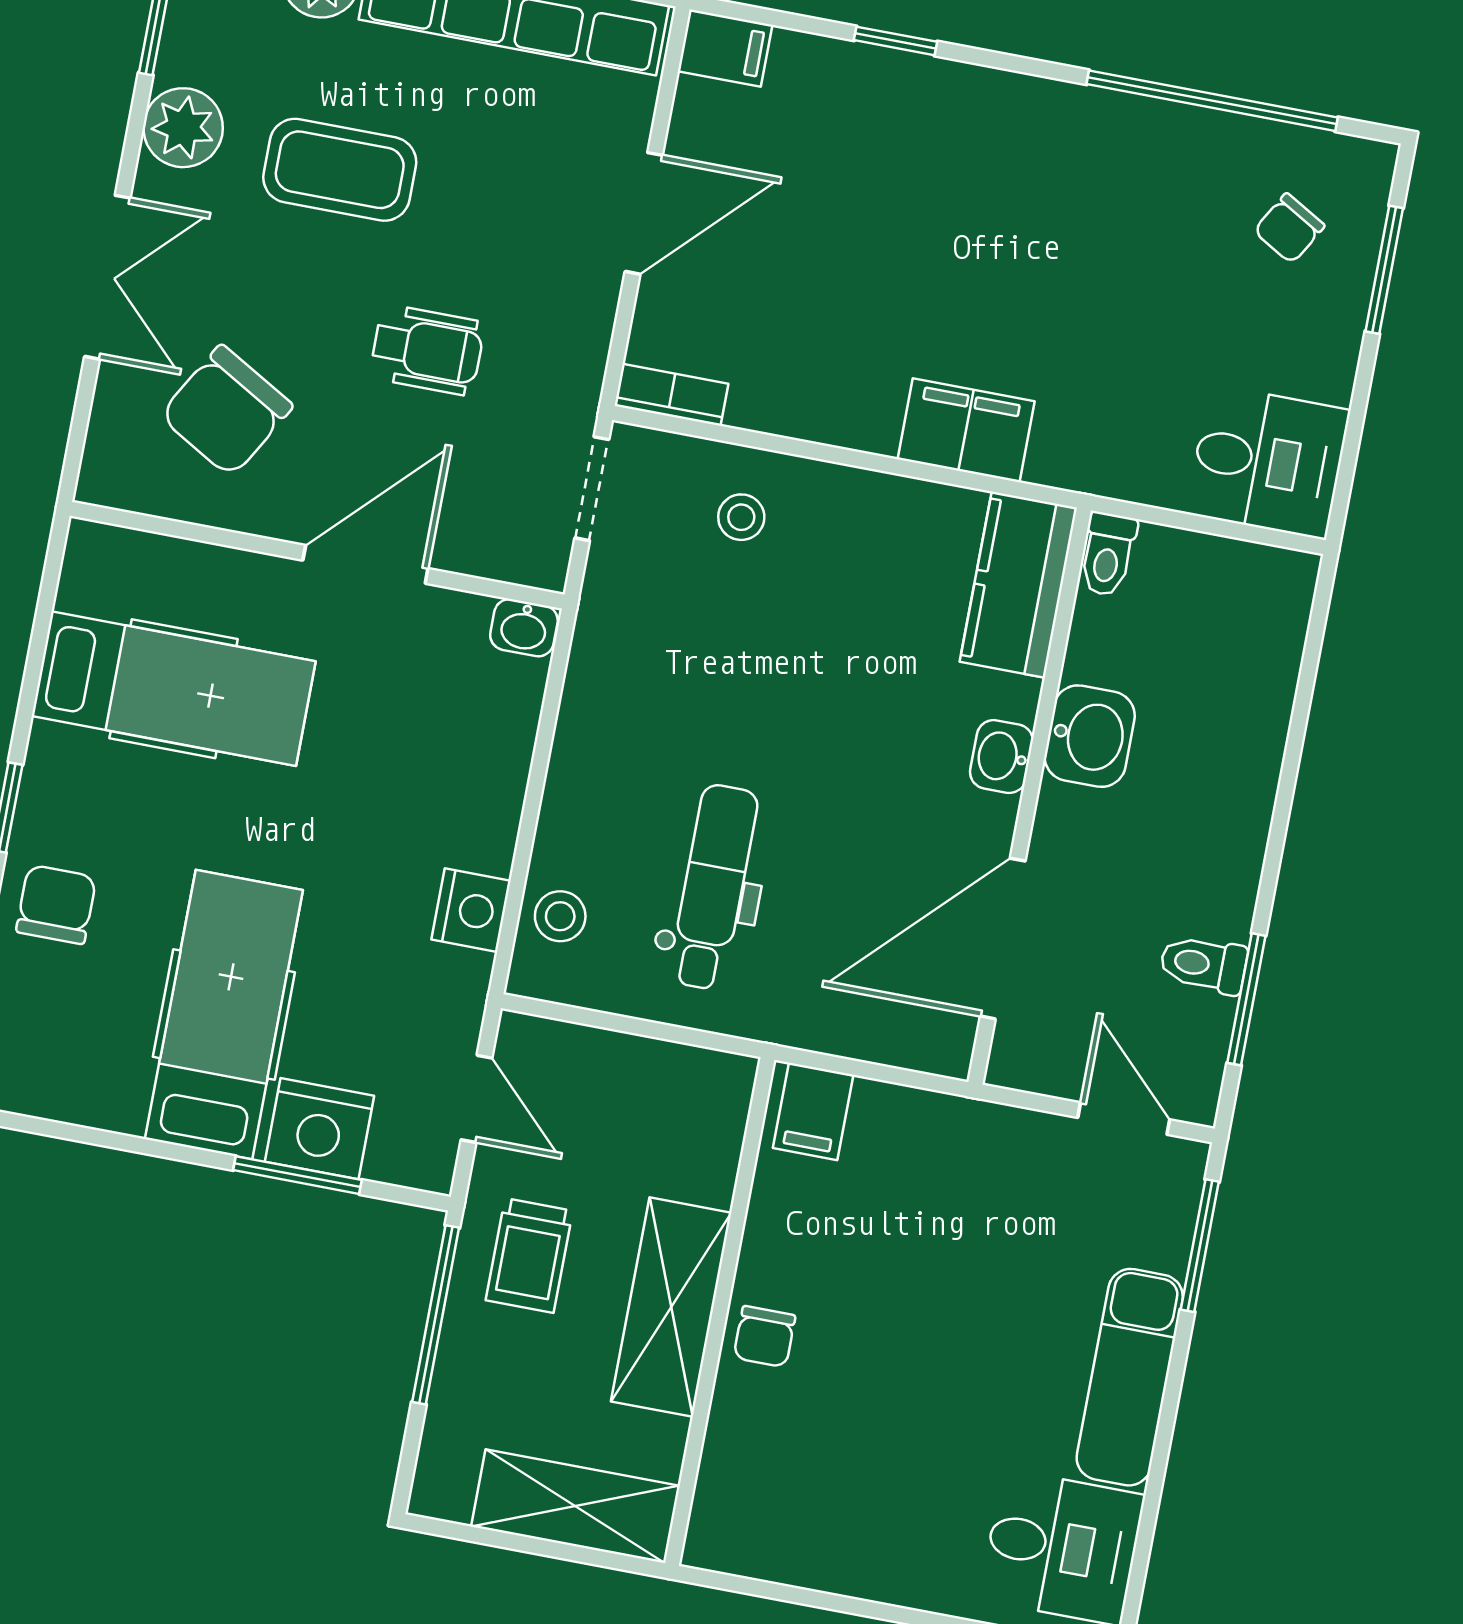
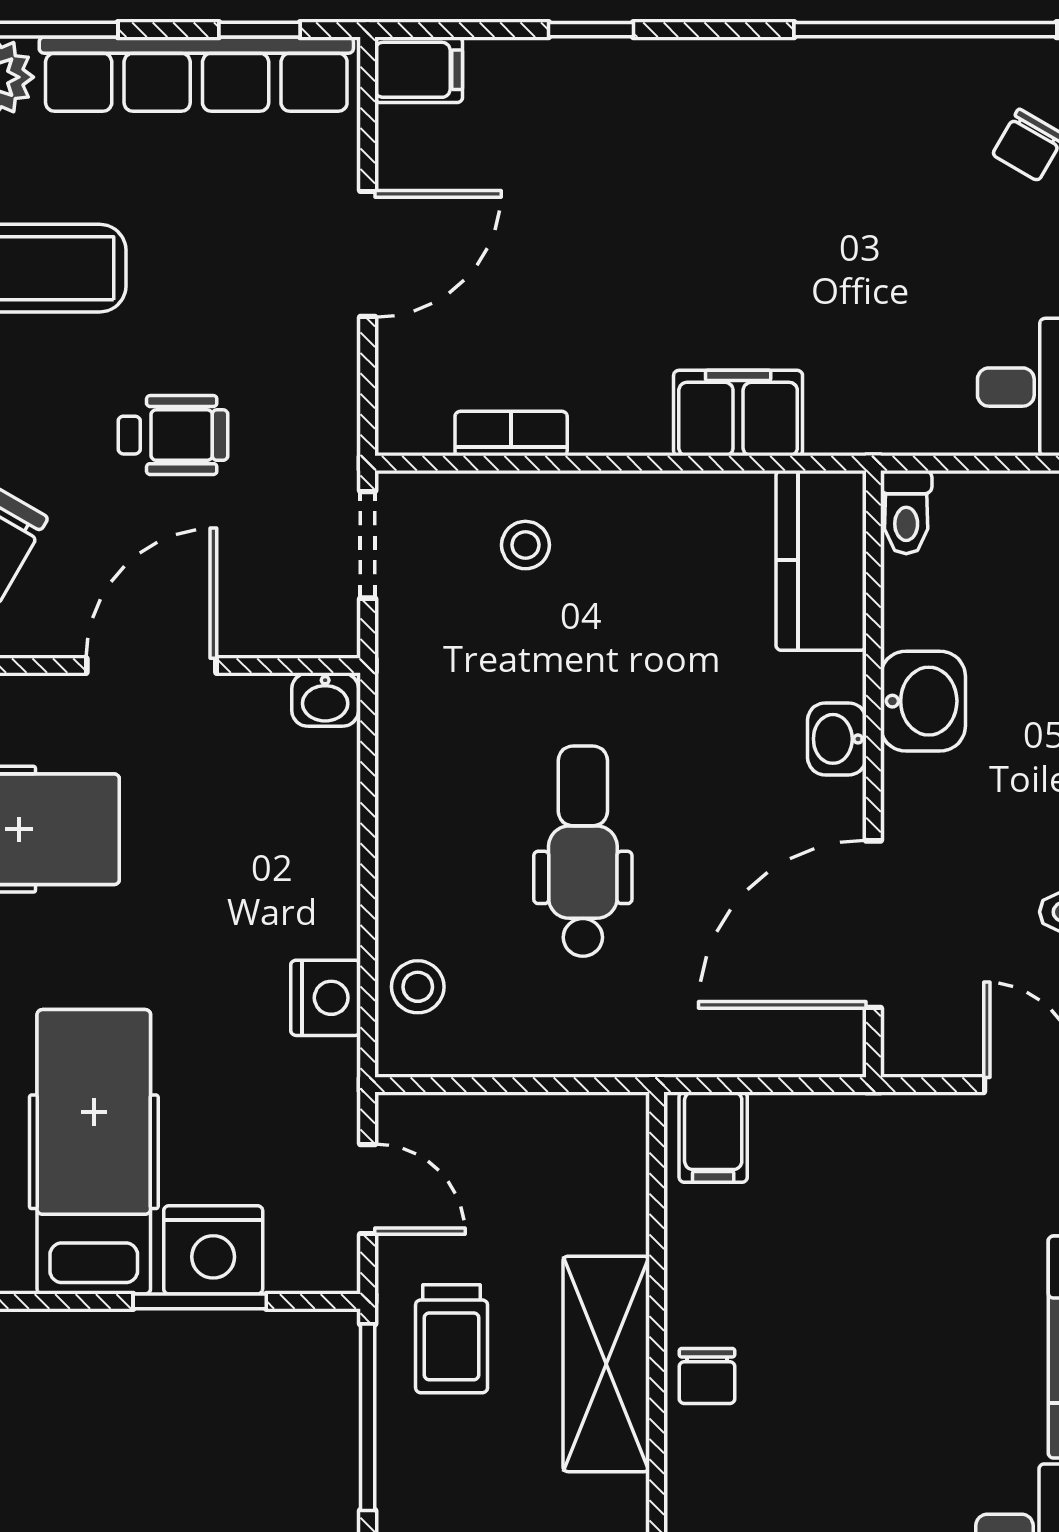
bookcase: (671, 395) -> (511, 434), moved
dental chair: (713, 887) -> (583, 851), moved

